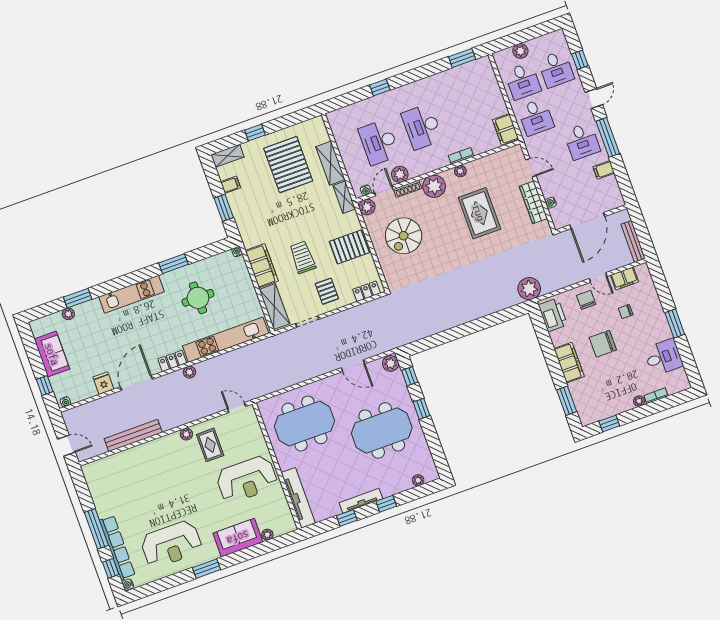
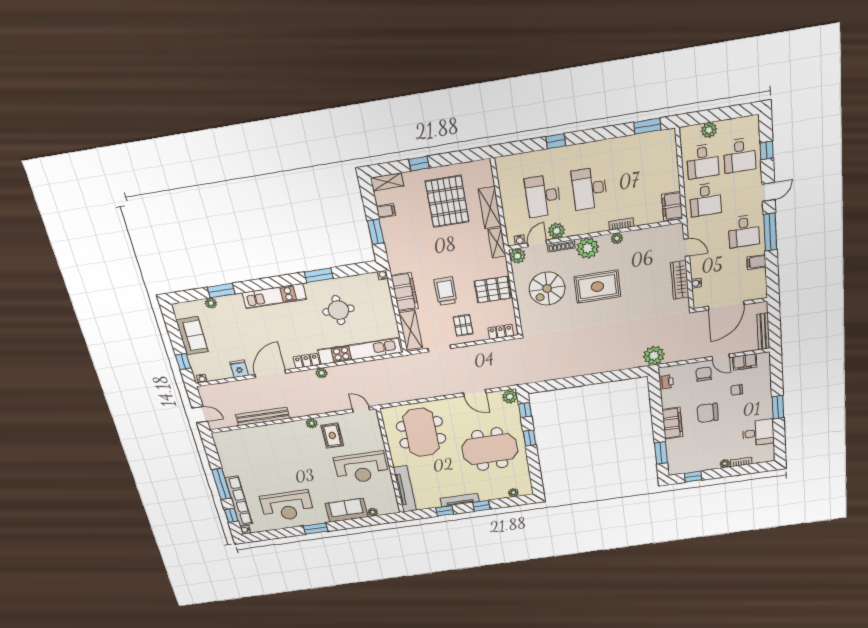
rug: (479, 213) -> (597, 287), moved, turned 90
printer: (553, 315) -> (666, 382), width x0.53, depth x0.68
meeting table: (304, 424) -> (421, 432), turned 90

